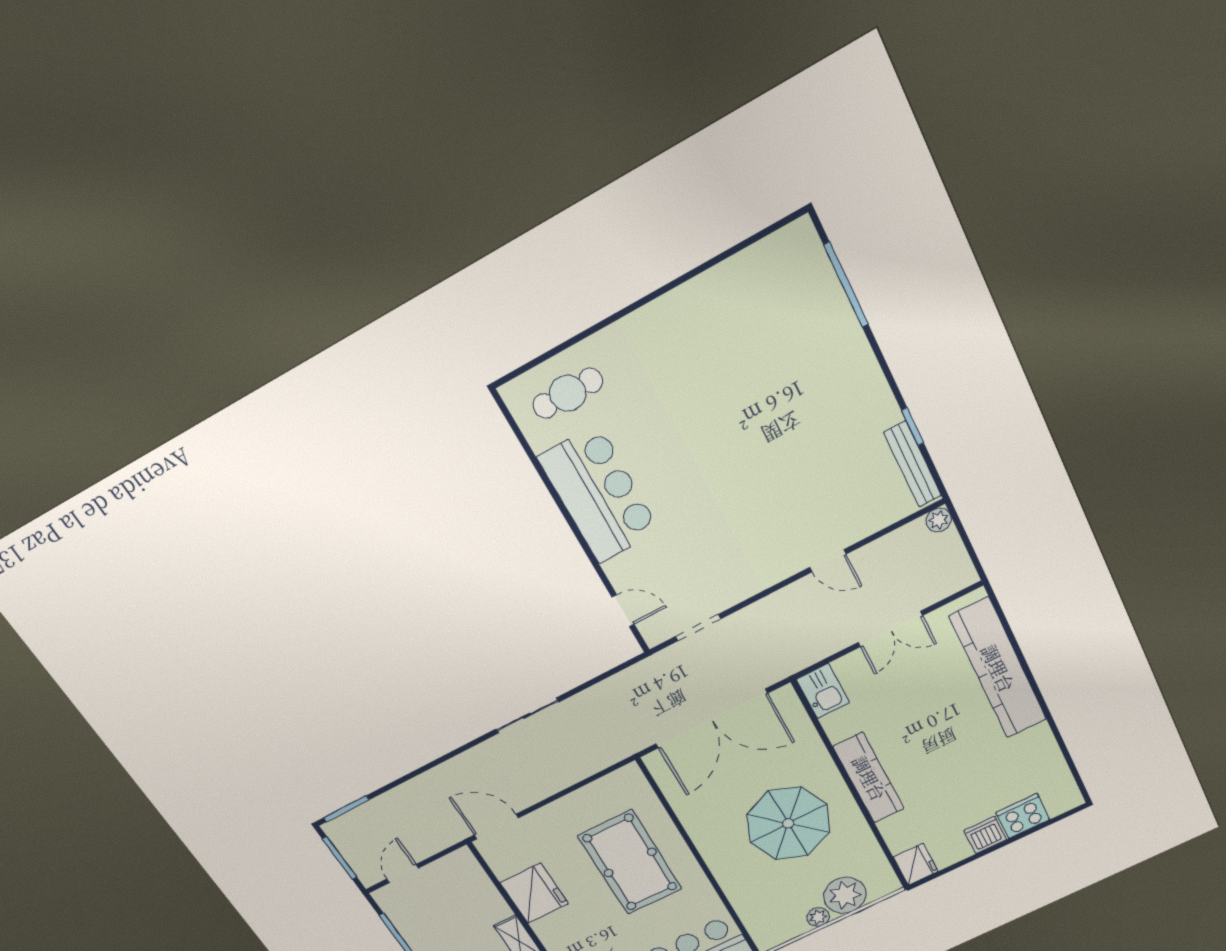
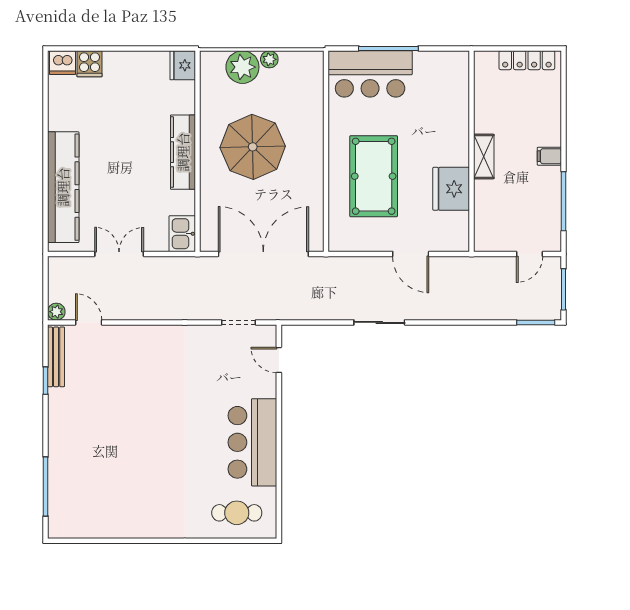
door: (828, 561) -> (89, 322), moved
cooker: (1023, 816) -> (89, 64), width x0.73
door: (496, 826) -> (411, 254), moved
dishwasher: (985, 835) -> (62, 63), moved

